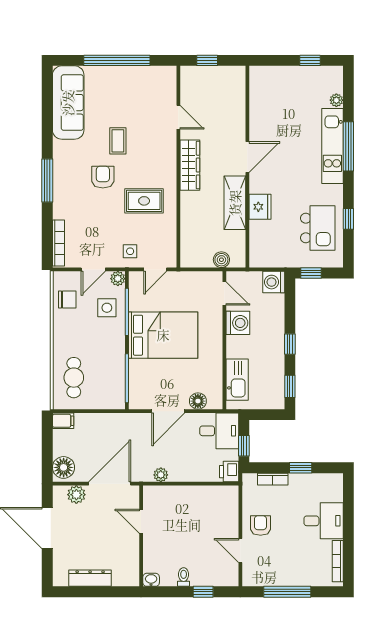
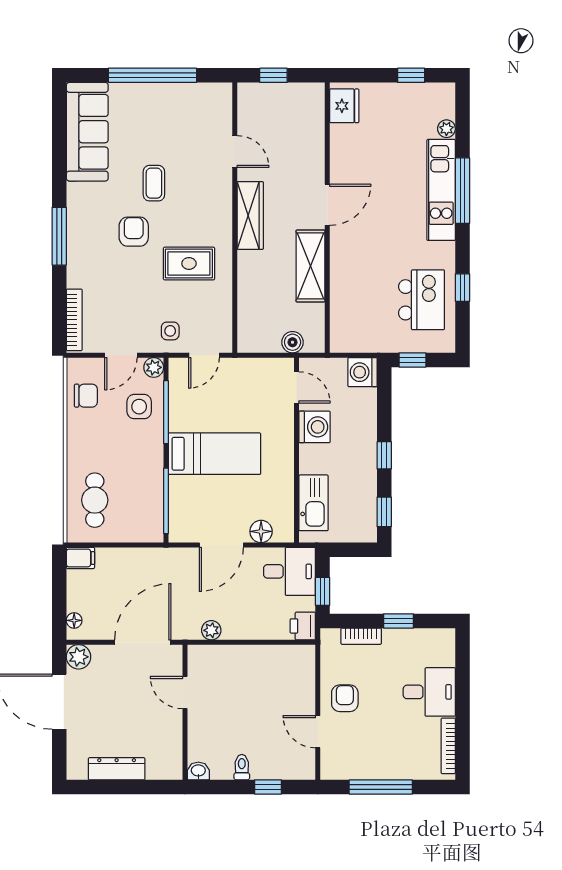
fridge: (260, 207) -> (344, 106), moved
bed: (163, 335) -> (215, 454), width x0.67
floor lamp: (64, 467) -> (74, 620), width x0.53, depth x0.53
plant: (76, 495) -> (79, 657), moved

